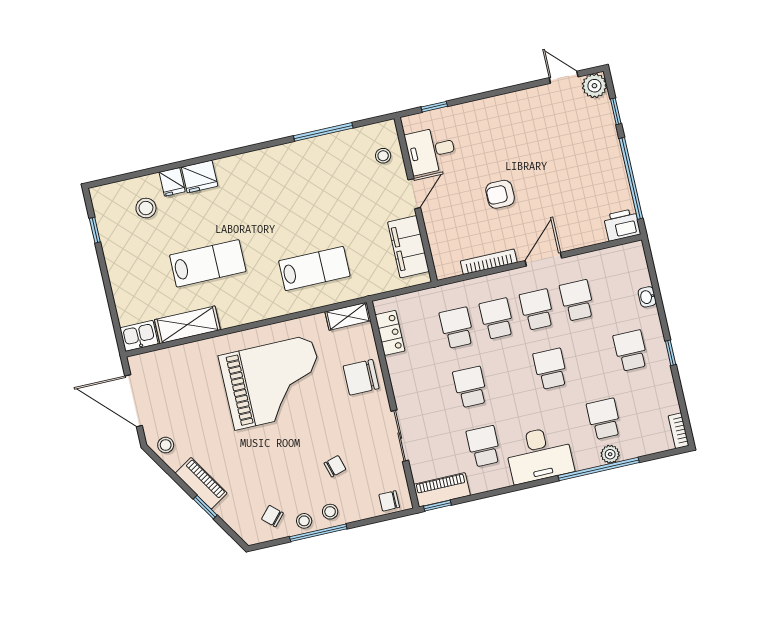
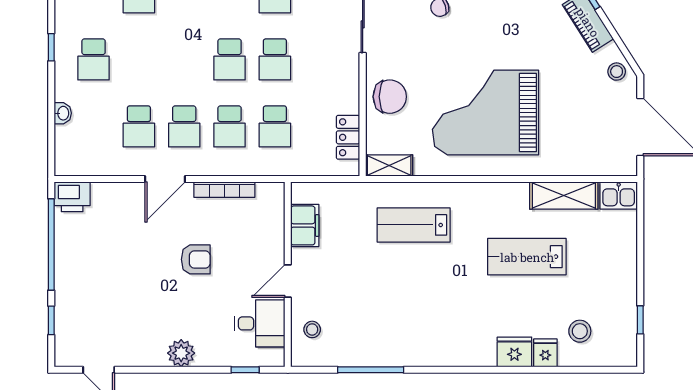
plant: (594, 86) -> (181, 353), moved
filing cabinet: (408, 247) -> (305, 225), width x0.67, depth x0.86
school desk: (550, 369) -> (230, 59), moved

